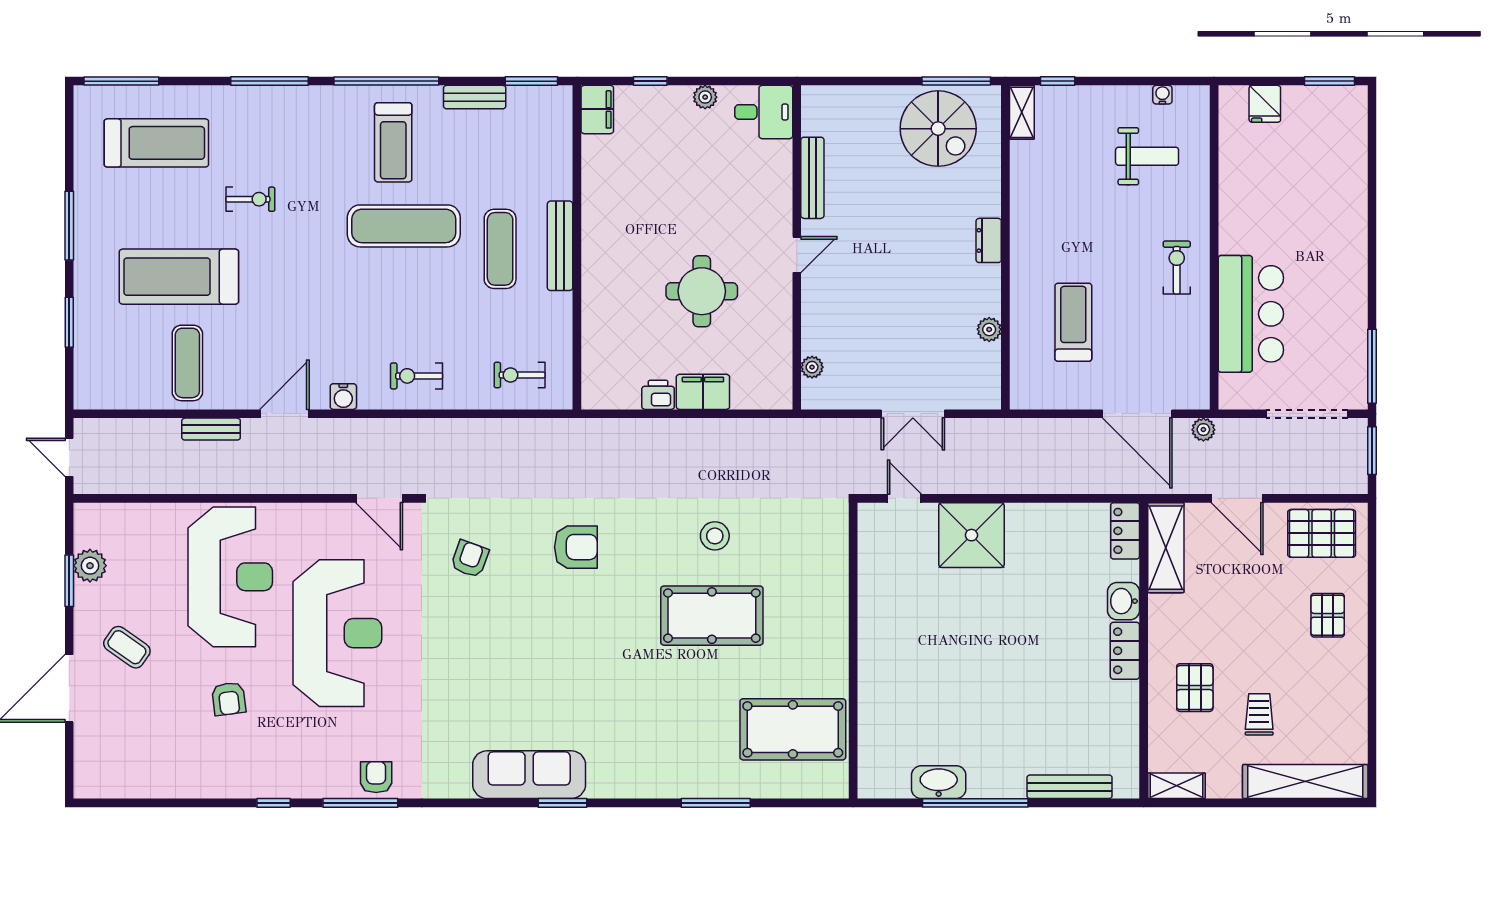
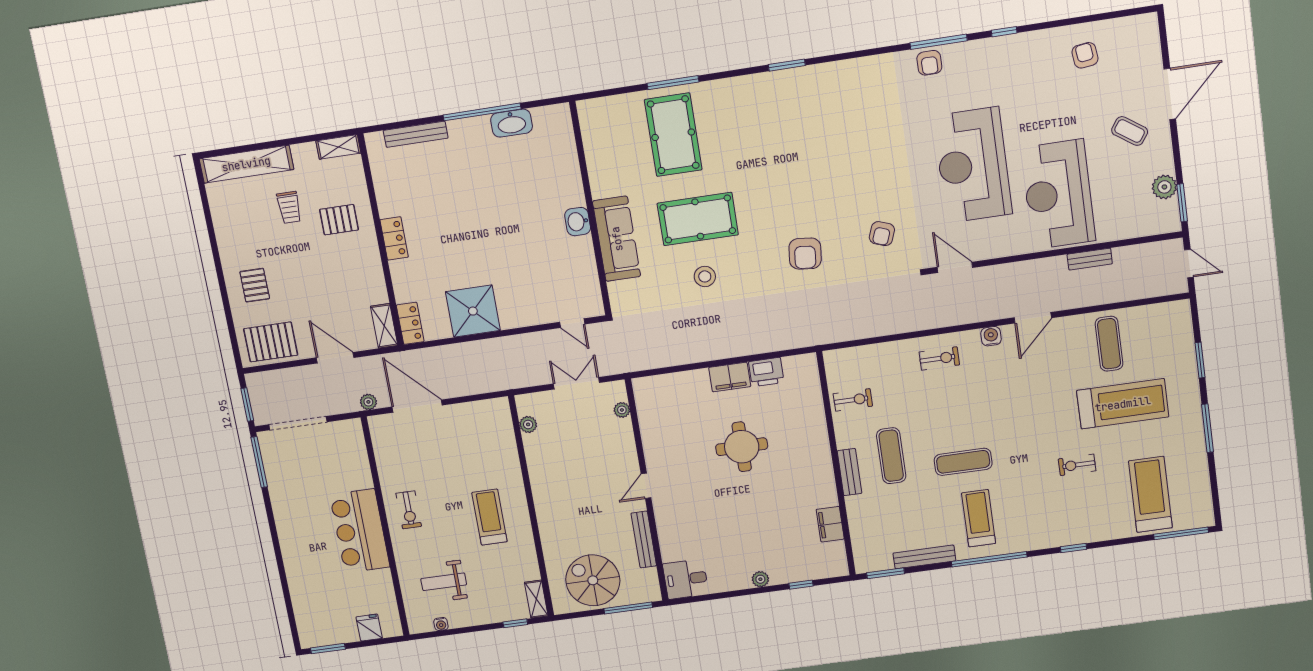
window: (269, 81) -> (1073, 548), width x0.46
window: (956, 81) -> (628, 608), moved
bench: (475, 97) -> (924, 557), width x1.36
filing cabinet: (597, 109) -> (830, 524), moved
desk: (764, 112) -> (686, 579), moved
treadmill: (156, 143) -> (1150, 494), turned 90
bench: (812, 178) -> (644, 539), moved
exercise mat: (404, 226) -> (963, 462), width x0.73, depth x0.69
dresser: (989, 240) -> (544, 510), removed
bench: (560, 246) -> (850, 472), width x0.73
wall: (797, 247) -> (647, 491), moved
door: (797, 255) -> (646, 486), moved
bar counter: (1251, 314) -> (360, 531), moved
treadmill: (1073, 322) -> (490, 517), moved, turned 180
plant: (989, 329) -> (528, 424), moved
plant: (812, 367) -> (622, 410), moved
exercise bike: (520, 375) -> (853, 400), moved
printer: (658, 395) -> (766, 372), width x1.36, depth x1.24
bench: (211, 429) -> (1090, 259), moved
shower: (971, 535) -> (473, 311), moved
armchair: (576, 547) -> (805, 254), turned -84
shelving: (1166, 548) -> (384, 326), width x0.67, depth x0.75
window: (69, 581) -> (1182, 203), moved
washbasin: (1123, 601) -> (578, 222), moved, turned 180
pallet: (1195, 688) -> (339, 220), turned 90
armchair: (229, 699) -> (1085, 55), moved
pool table: (793, 729) -> (673, 135), moved, turned 90
sofa: (529, 775) -> (617, 239), moved, turned -90

